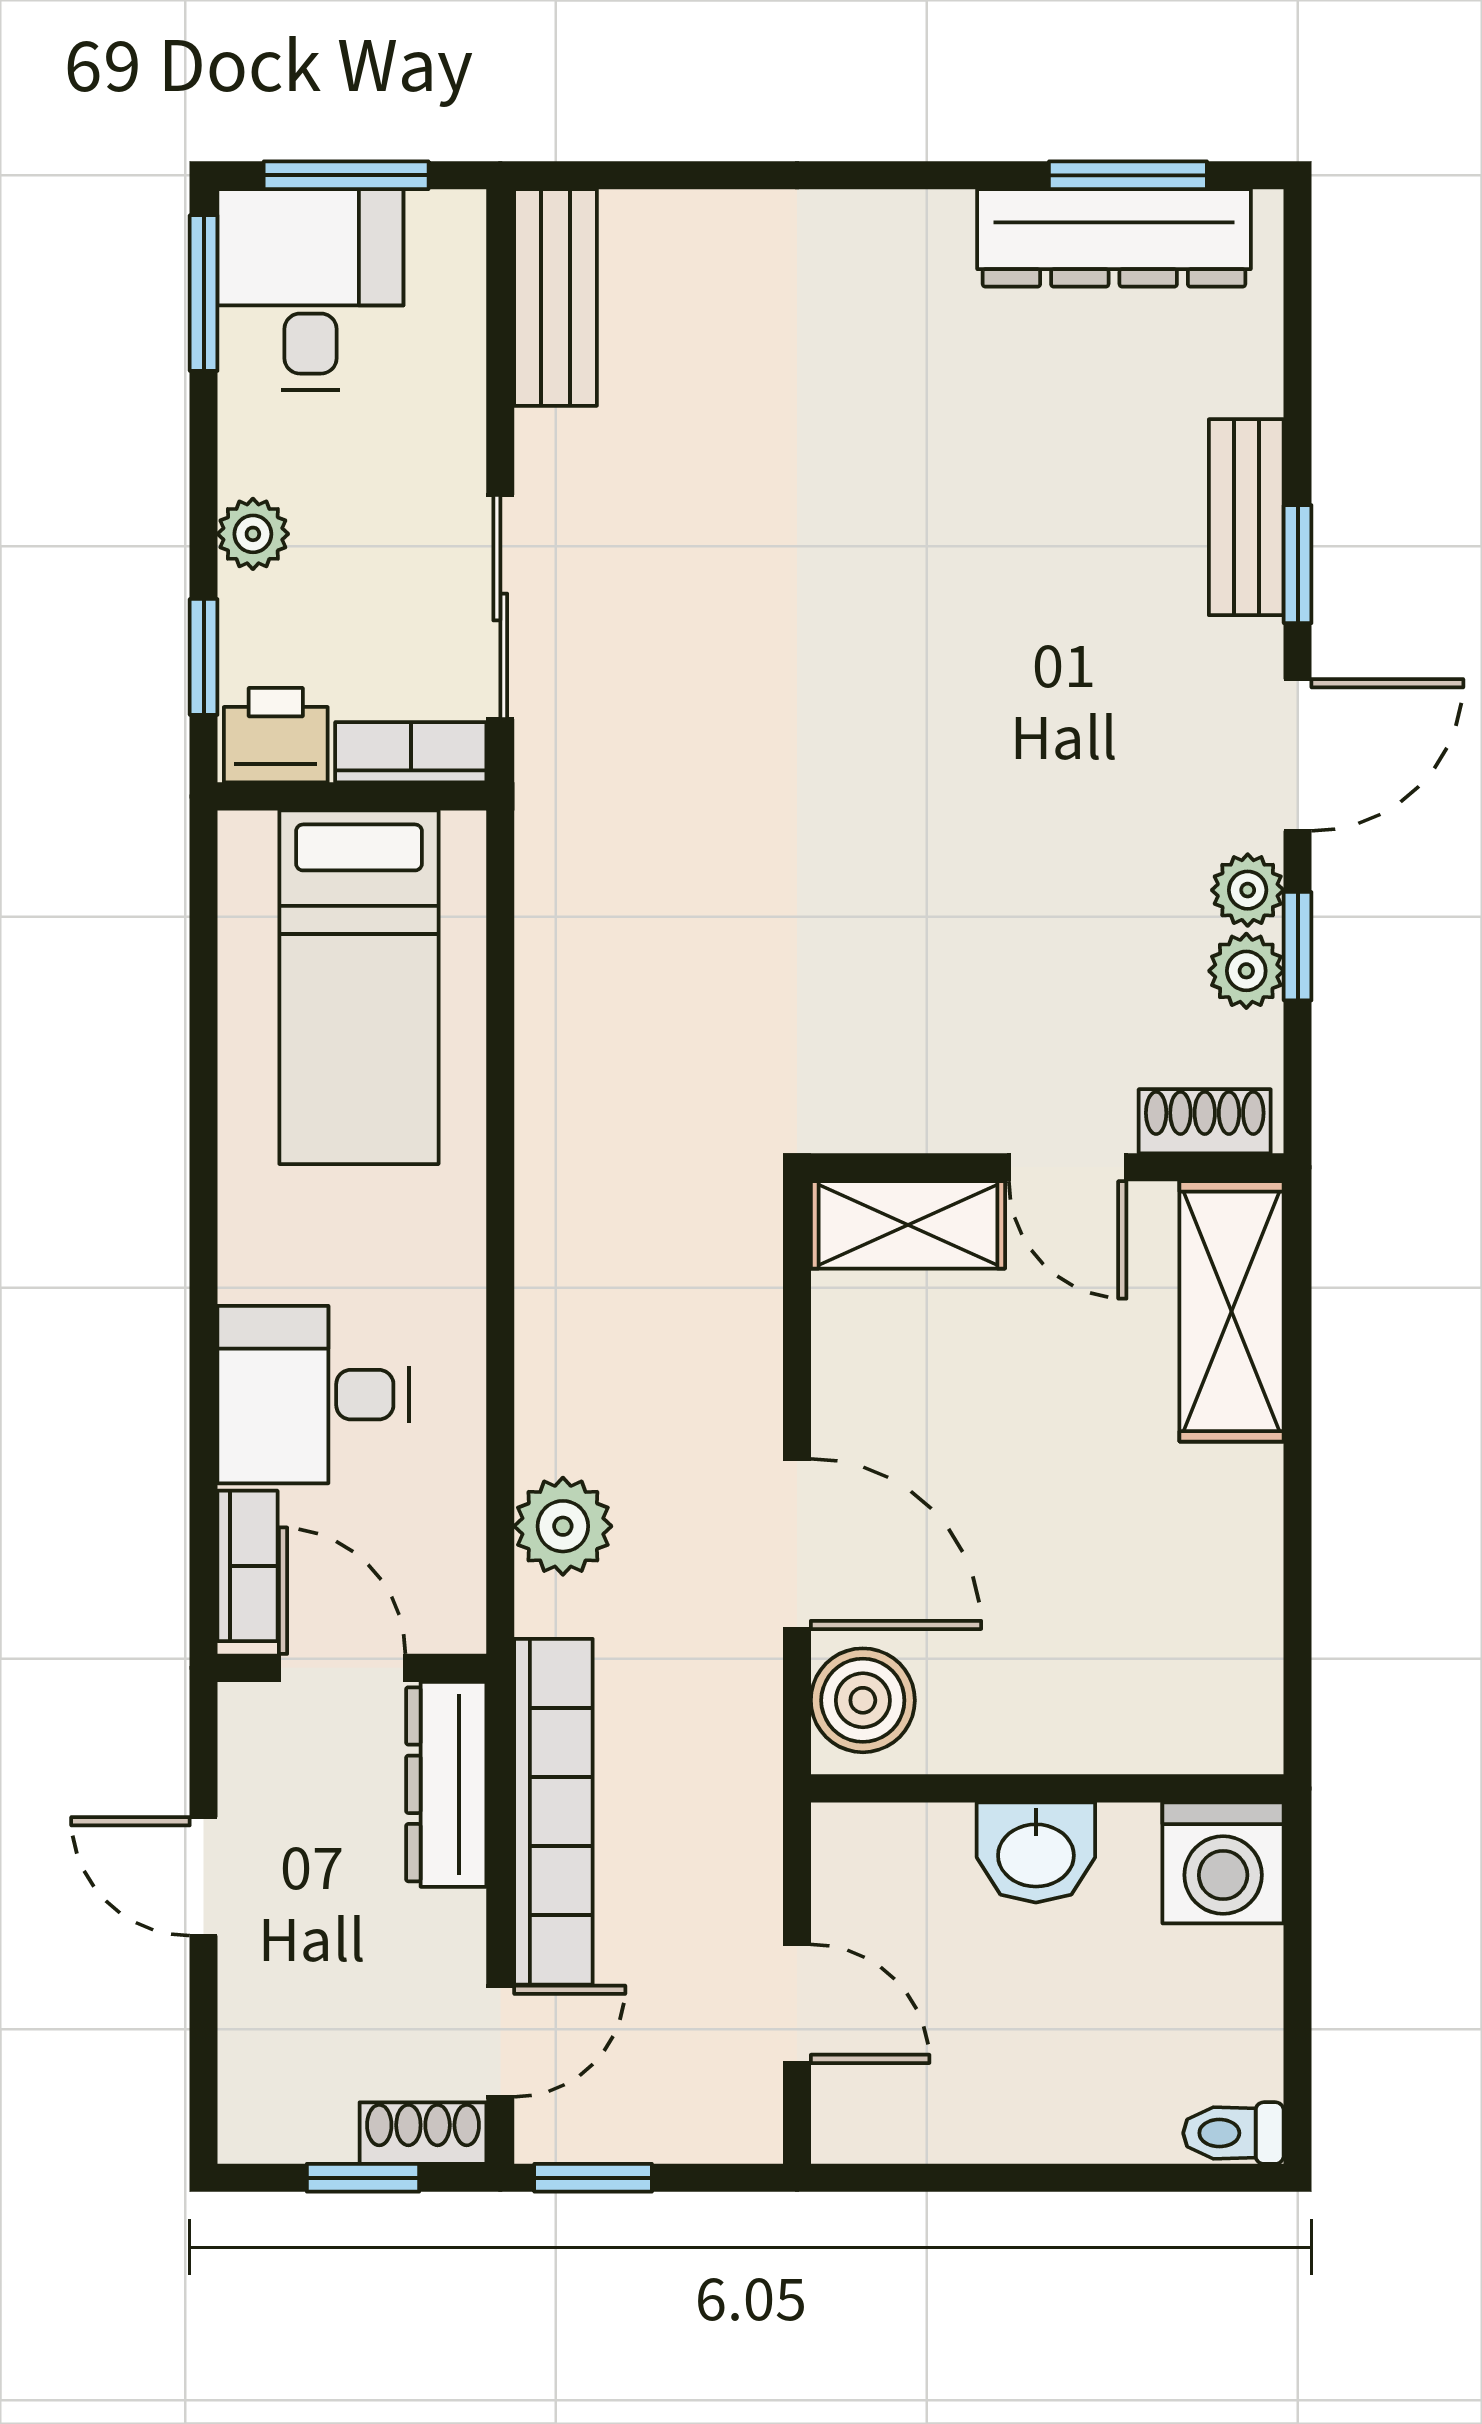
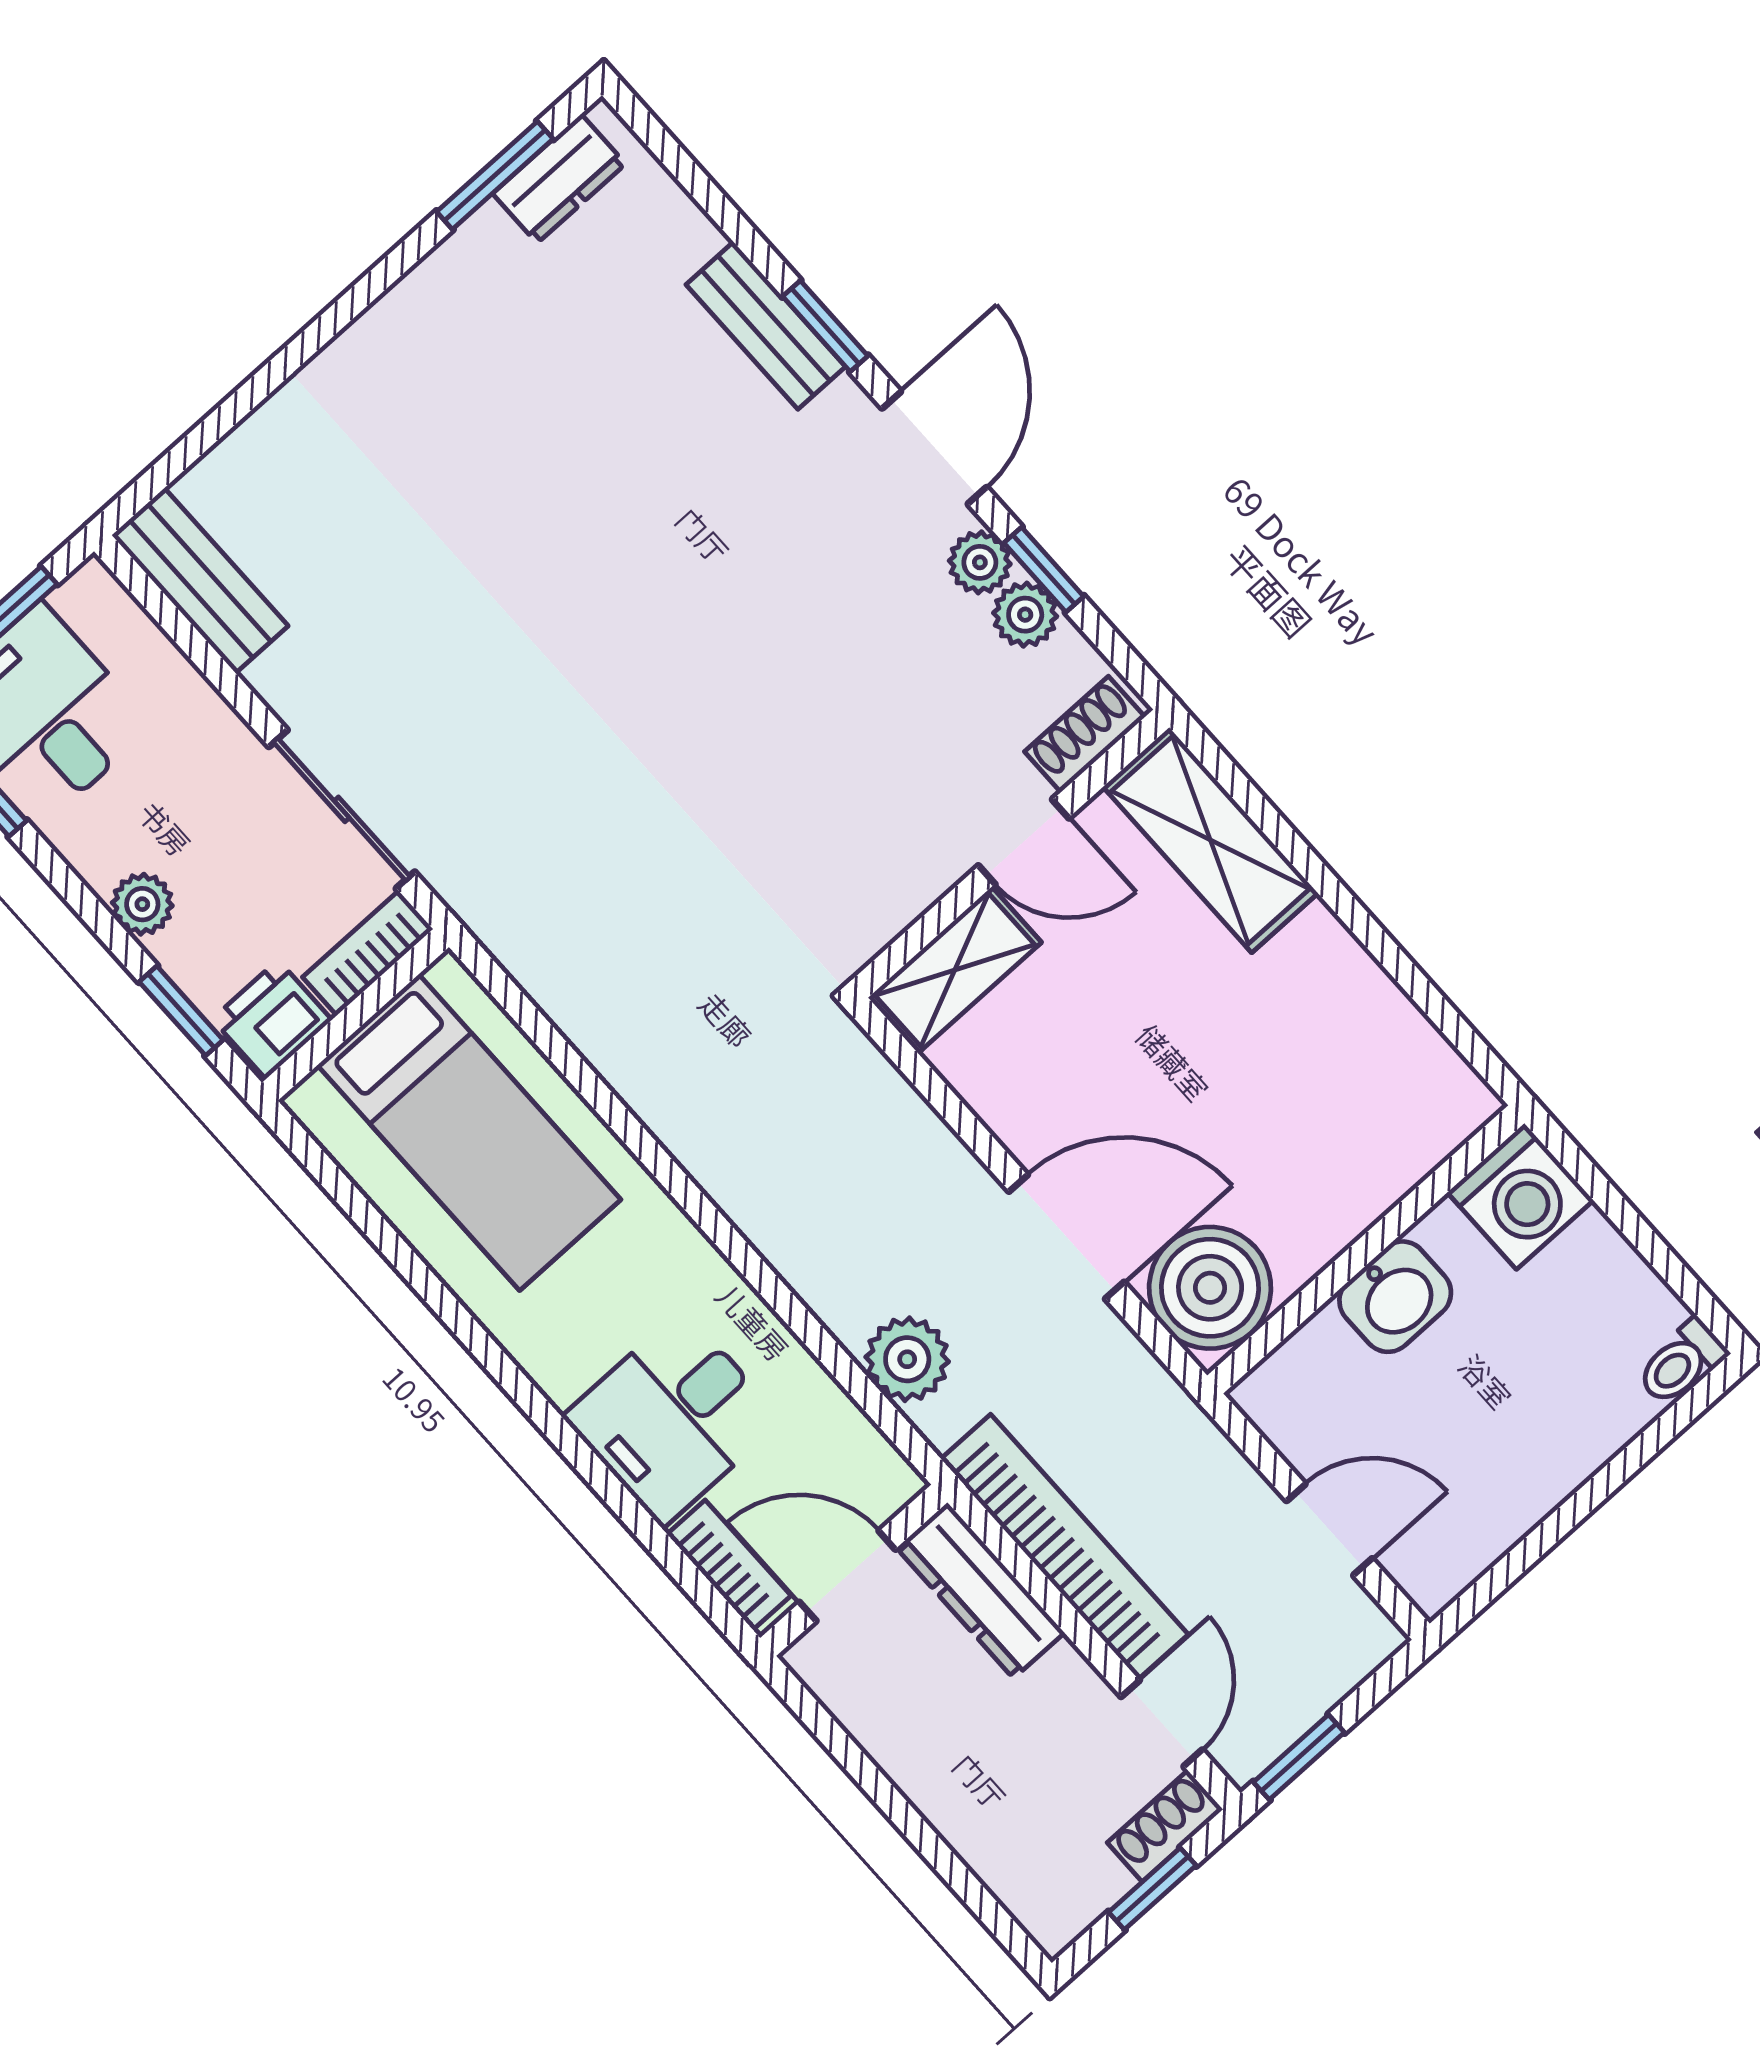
dresser: (1114, 238) -> (559, 179), width x0.51, depth x0.80
boiler: (863, 1700) -> (1210, 1288), width x1.37, depth x1.37
door: (204, 1876) -> (878, 1788), removed

